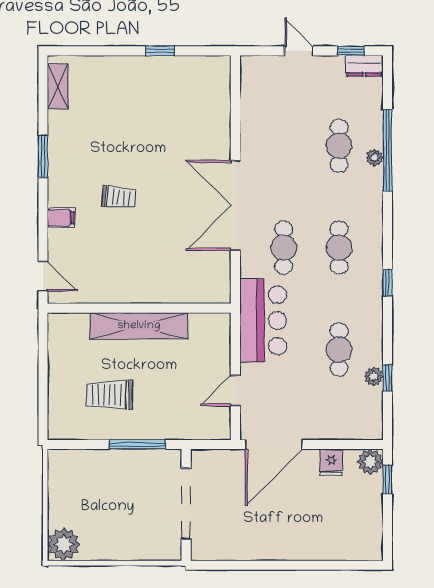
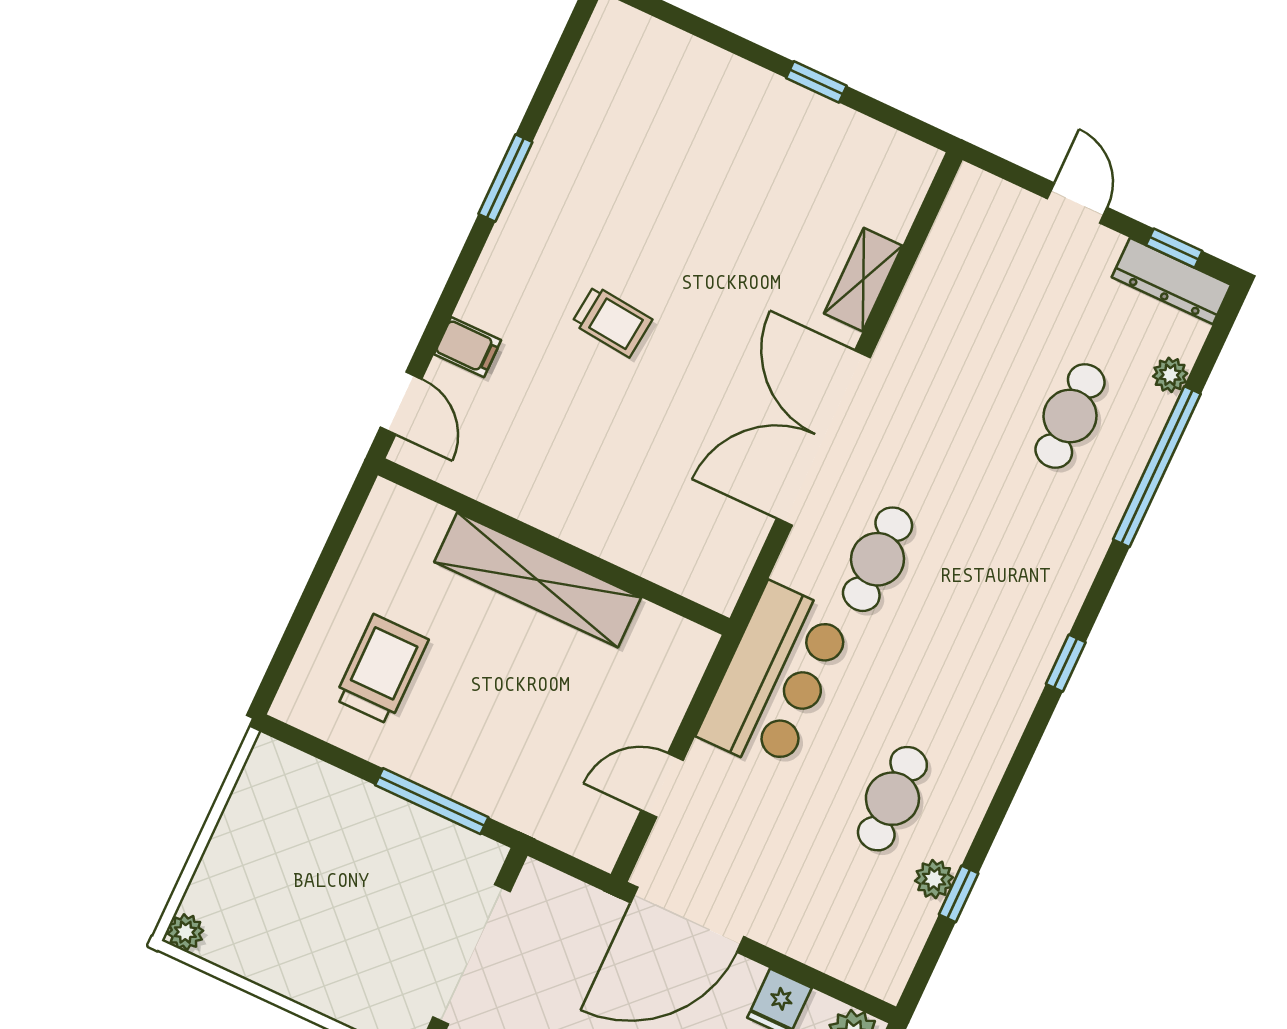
dresser: (364, 66) -> (1171, 281), width x1.44
shelving: (58, 86) -> (863, 280), moved
plant: (375, 157) -> (1170, 375), moved
filing cabinet: (61, 218) -> (467, 347), moved
cafe table: (339, 248) -> (981, 607), removed
window: (387, 282) -> (1066, 663), moved
trolley: (110, 395) -> (381, 669), moved, turned 90
plant: (64, 544) -> (185, 932), width x0.53, depth x0.53

